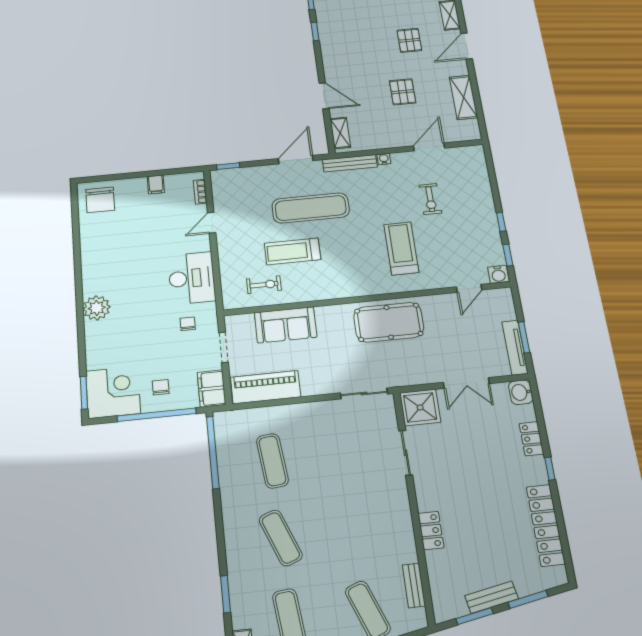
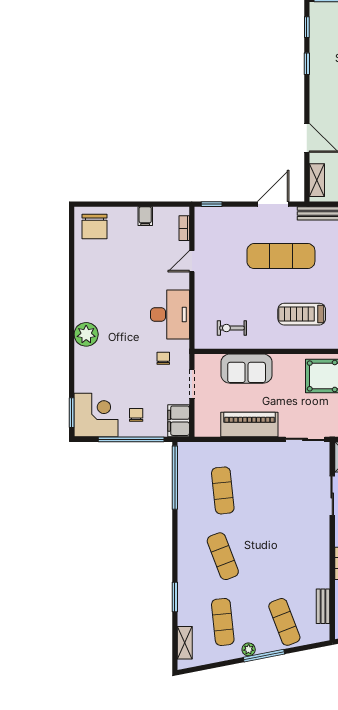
treadmill: (293, 251) -> (302, 314), moved
exercise bike: (264, 285) -> (232, 328), turned 180
piano: (266, 387) -> (249, 424), moved

